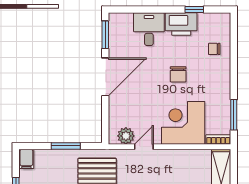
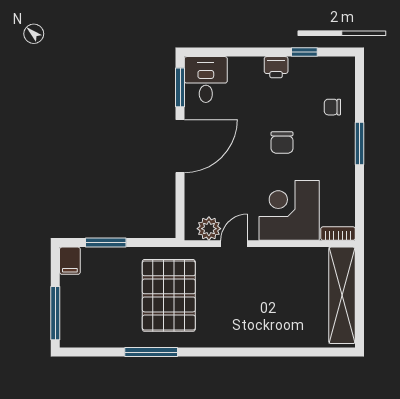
printer: (181, 24) -> (276, 67), width x0.53, depth x0.68
desk: (149, 29) -> (206, 80), moved
window: (234, 115) -> (360, 144), moved
window: (66, 146) -> (106, 243), moved

